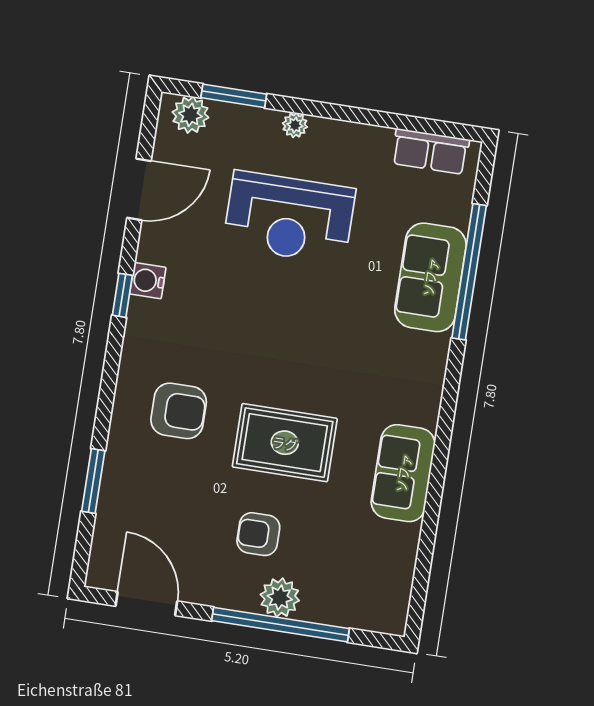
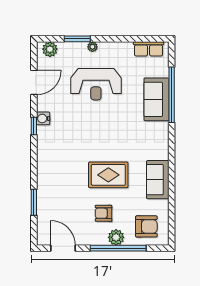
window: (234, 96) -> (77, 39), moved
armchair: (179, 411) -> (146, 226), moved

